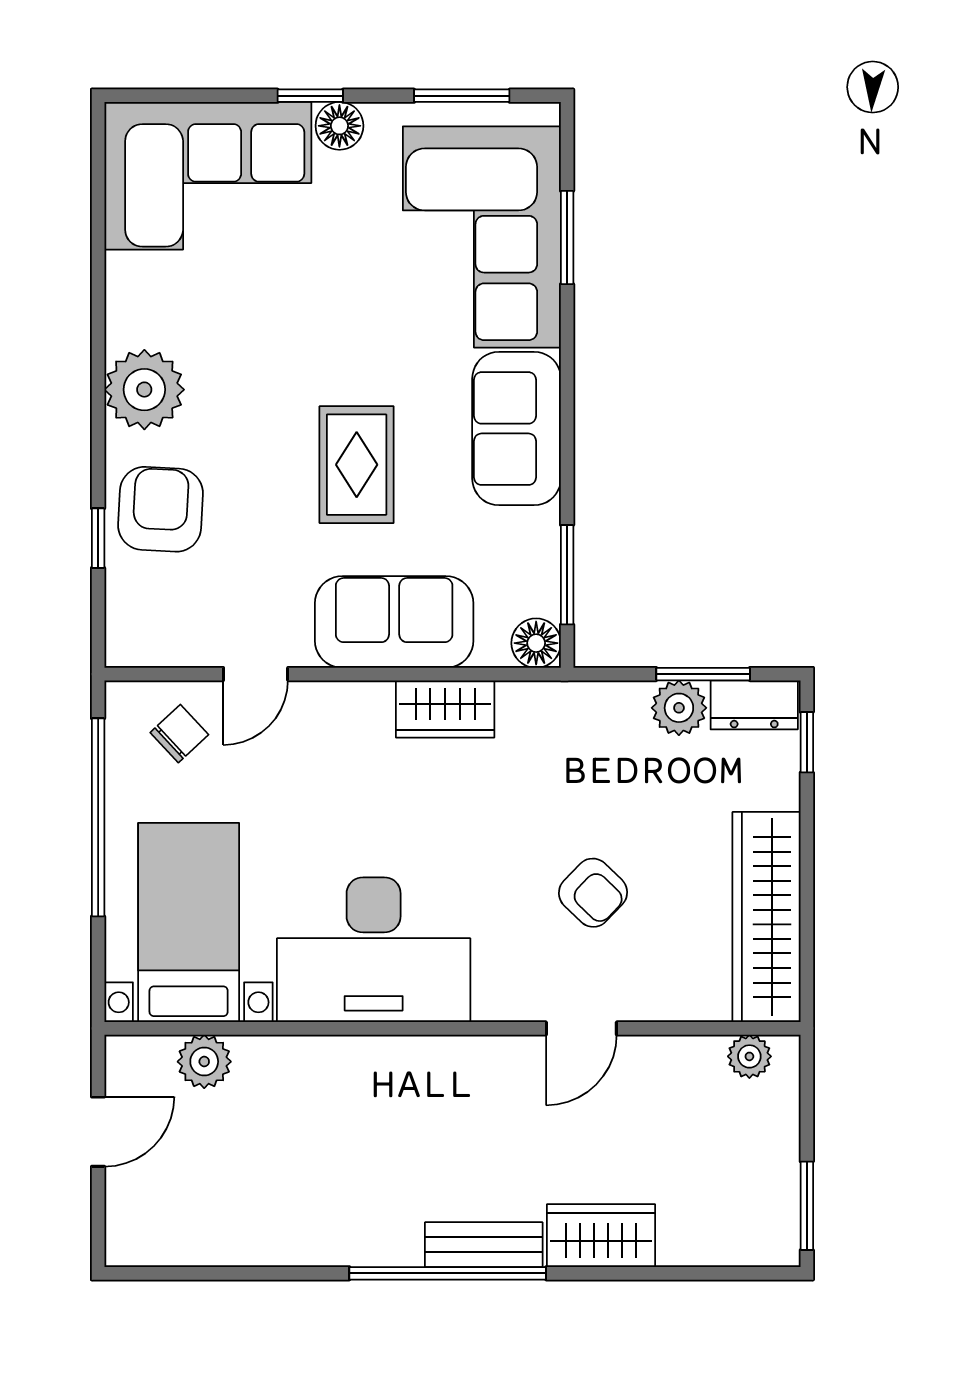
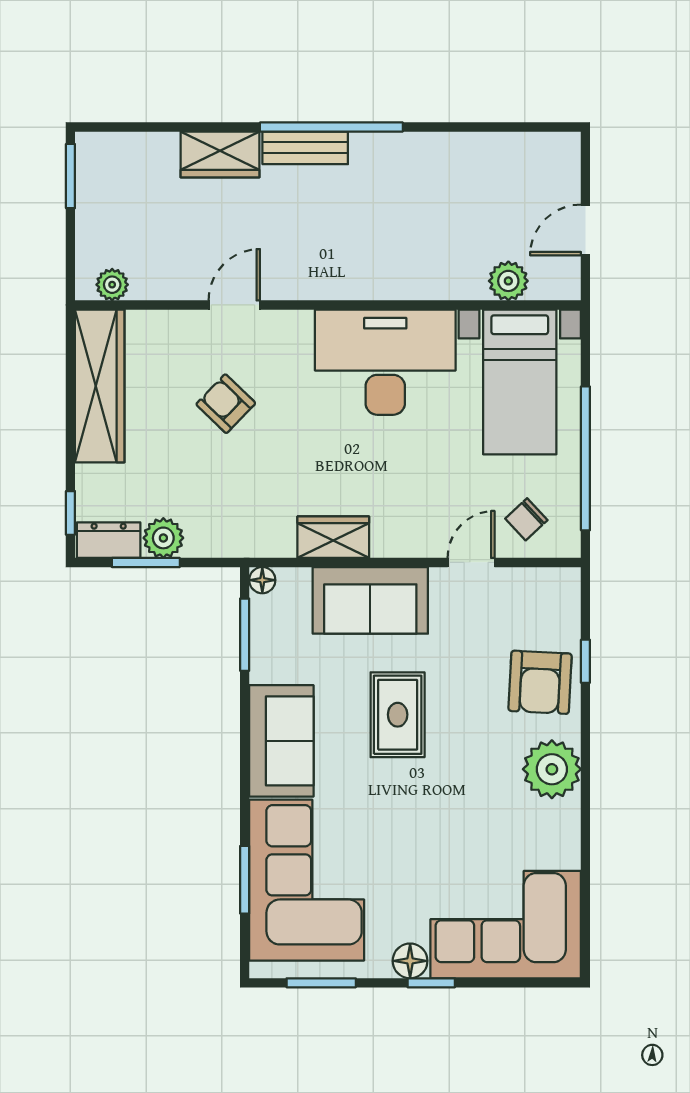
floor lamp: (536, 643) -> (262, 580), width x0.73, depth x0.73

